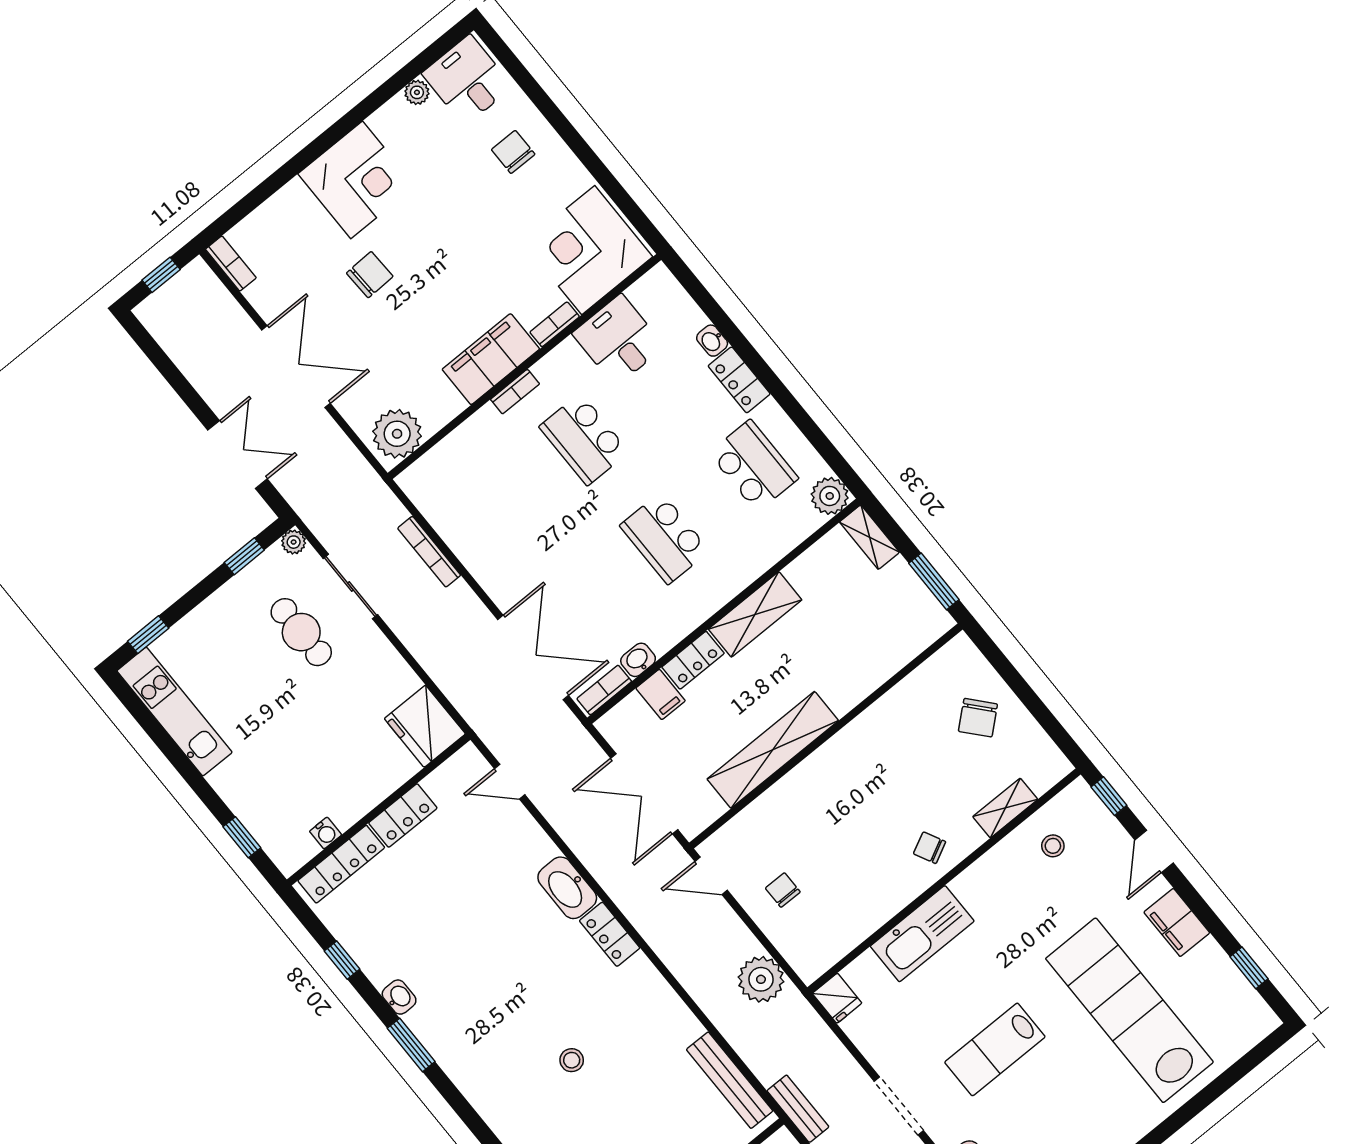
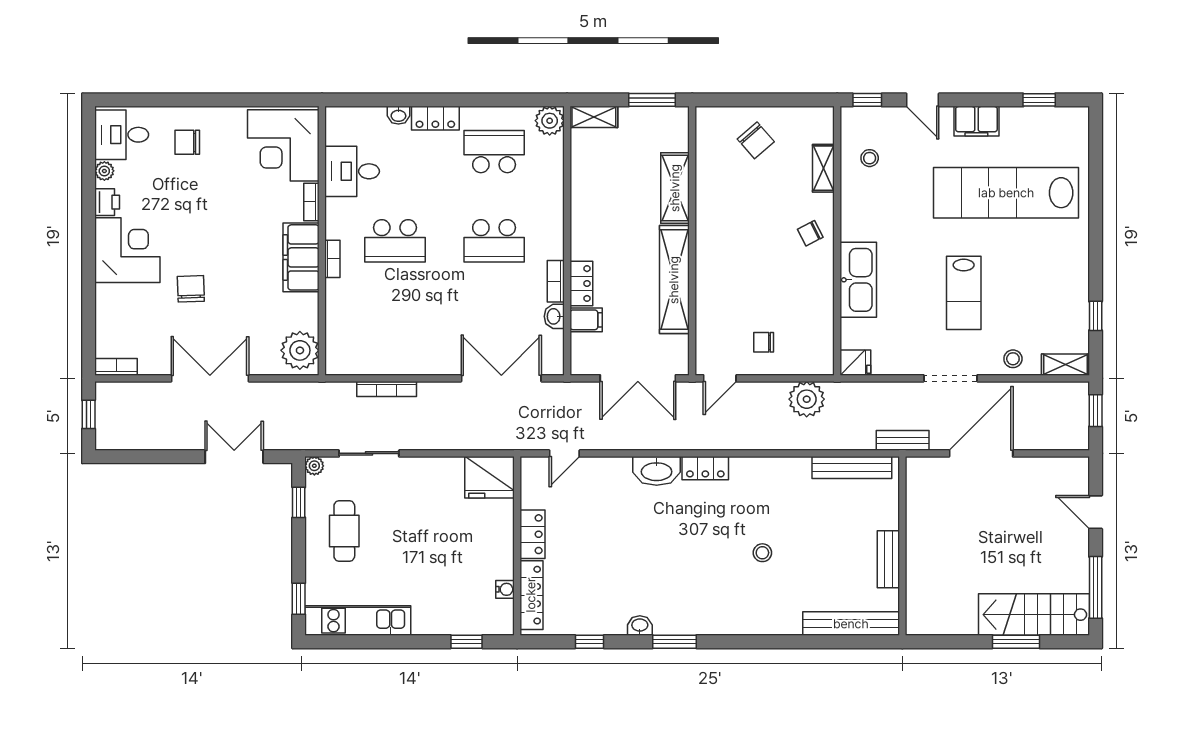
printer: (388, 121) -> (107, 202), added
shelving: (755, 614) -> (675, 188), moved
cafe table: (301, 632) -> (344, 531), moved, turned 90
bookcase: (604, 690) -> (556, 281), moved

